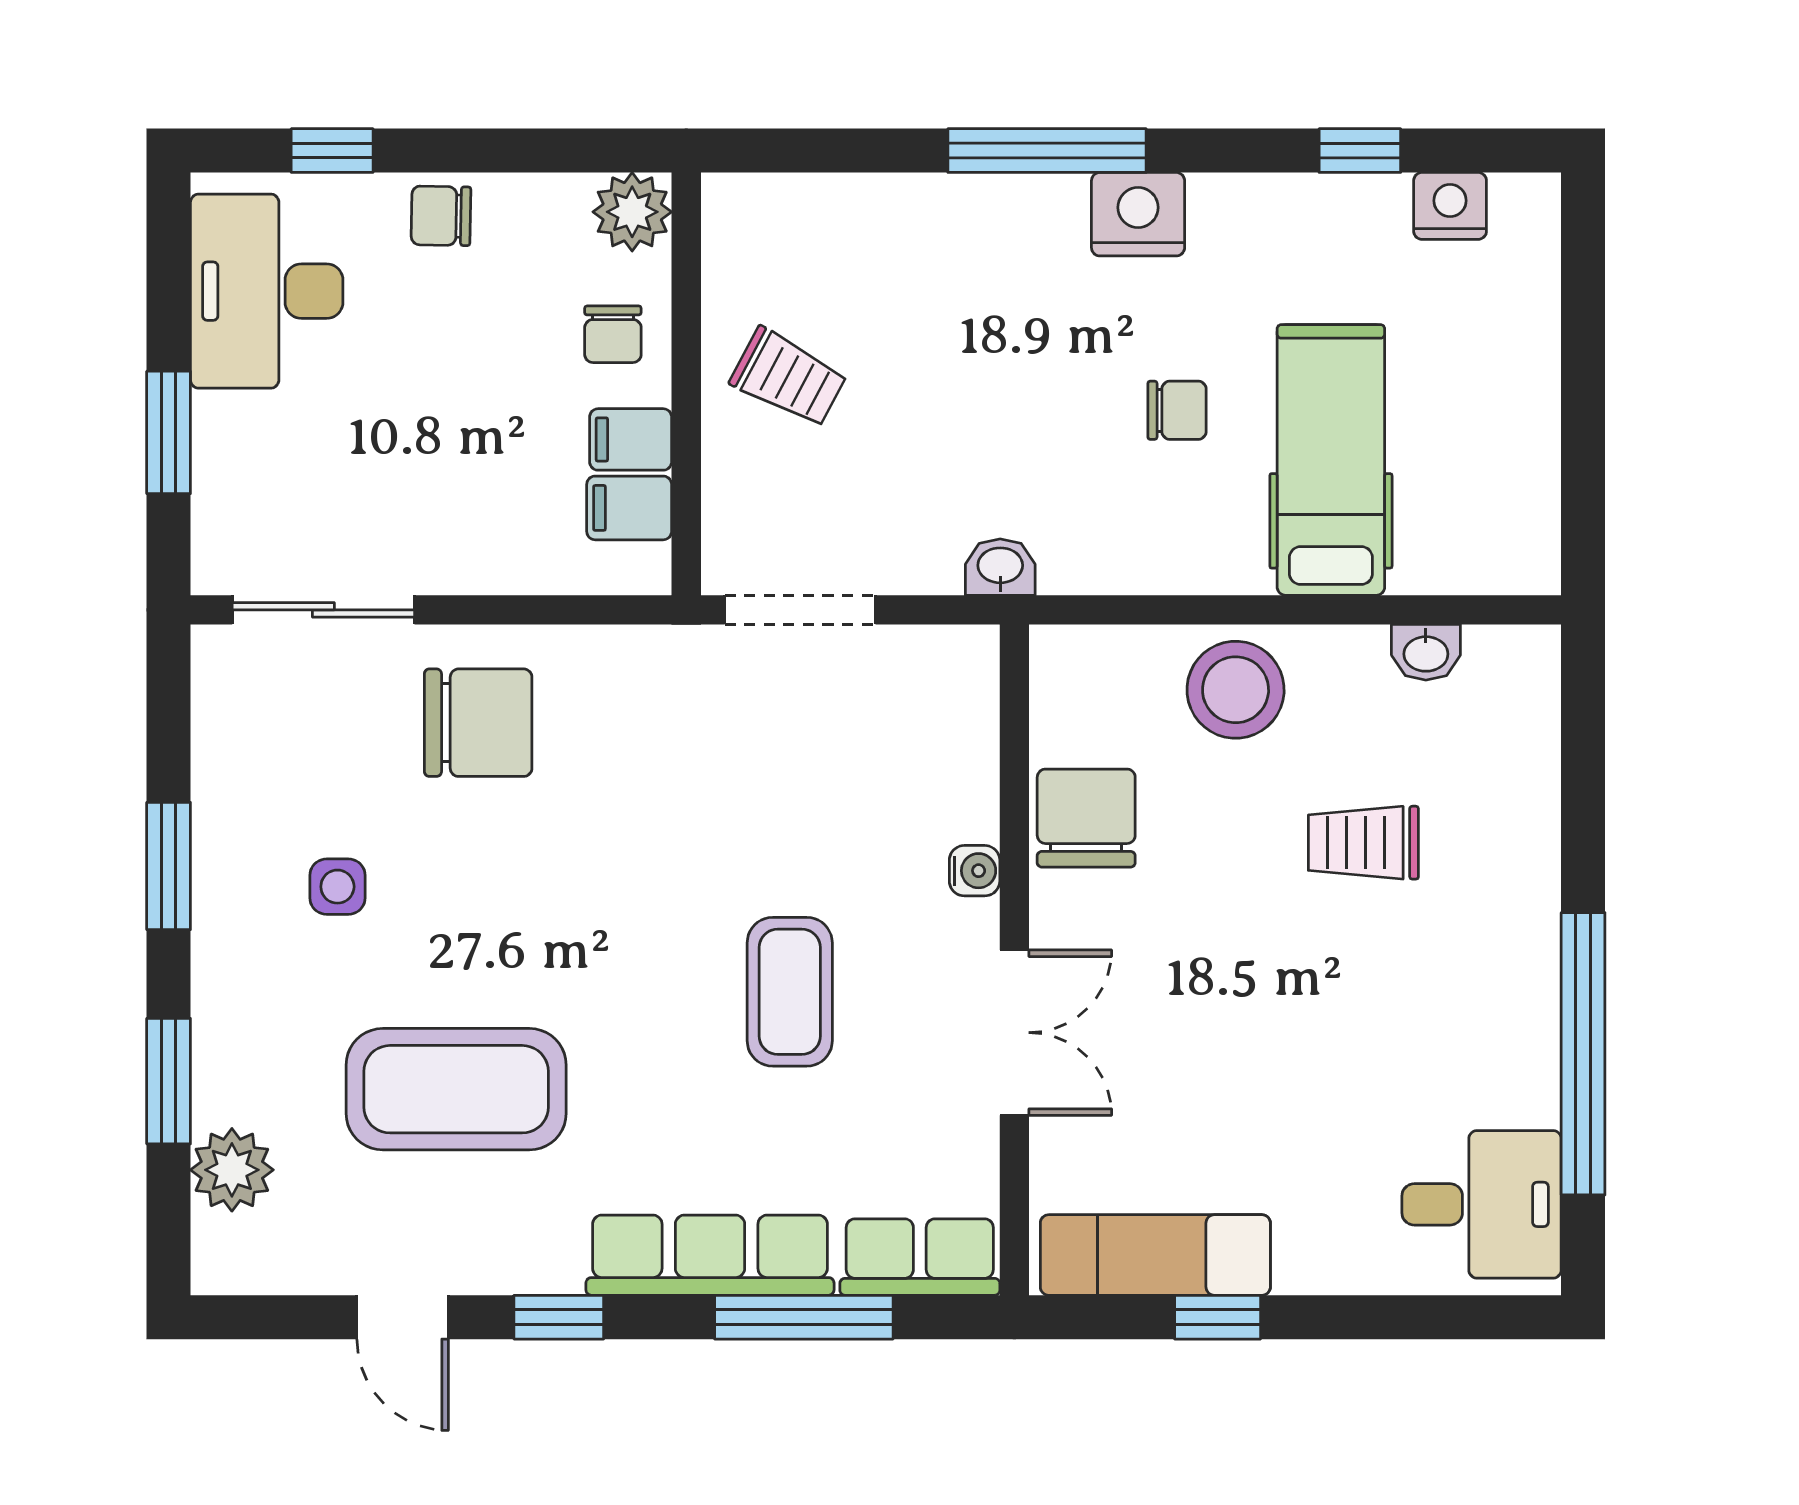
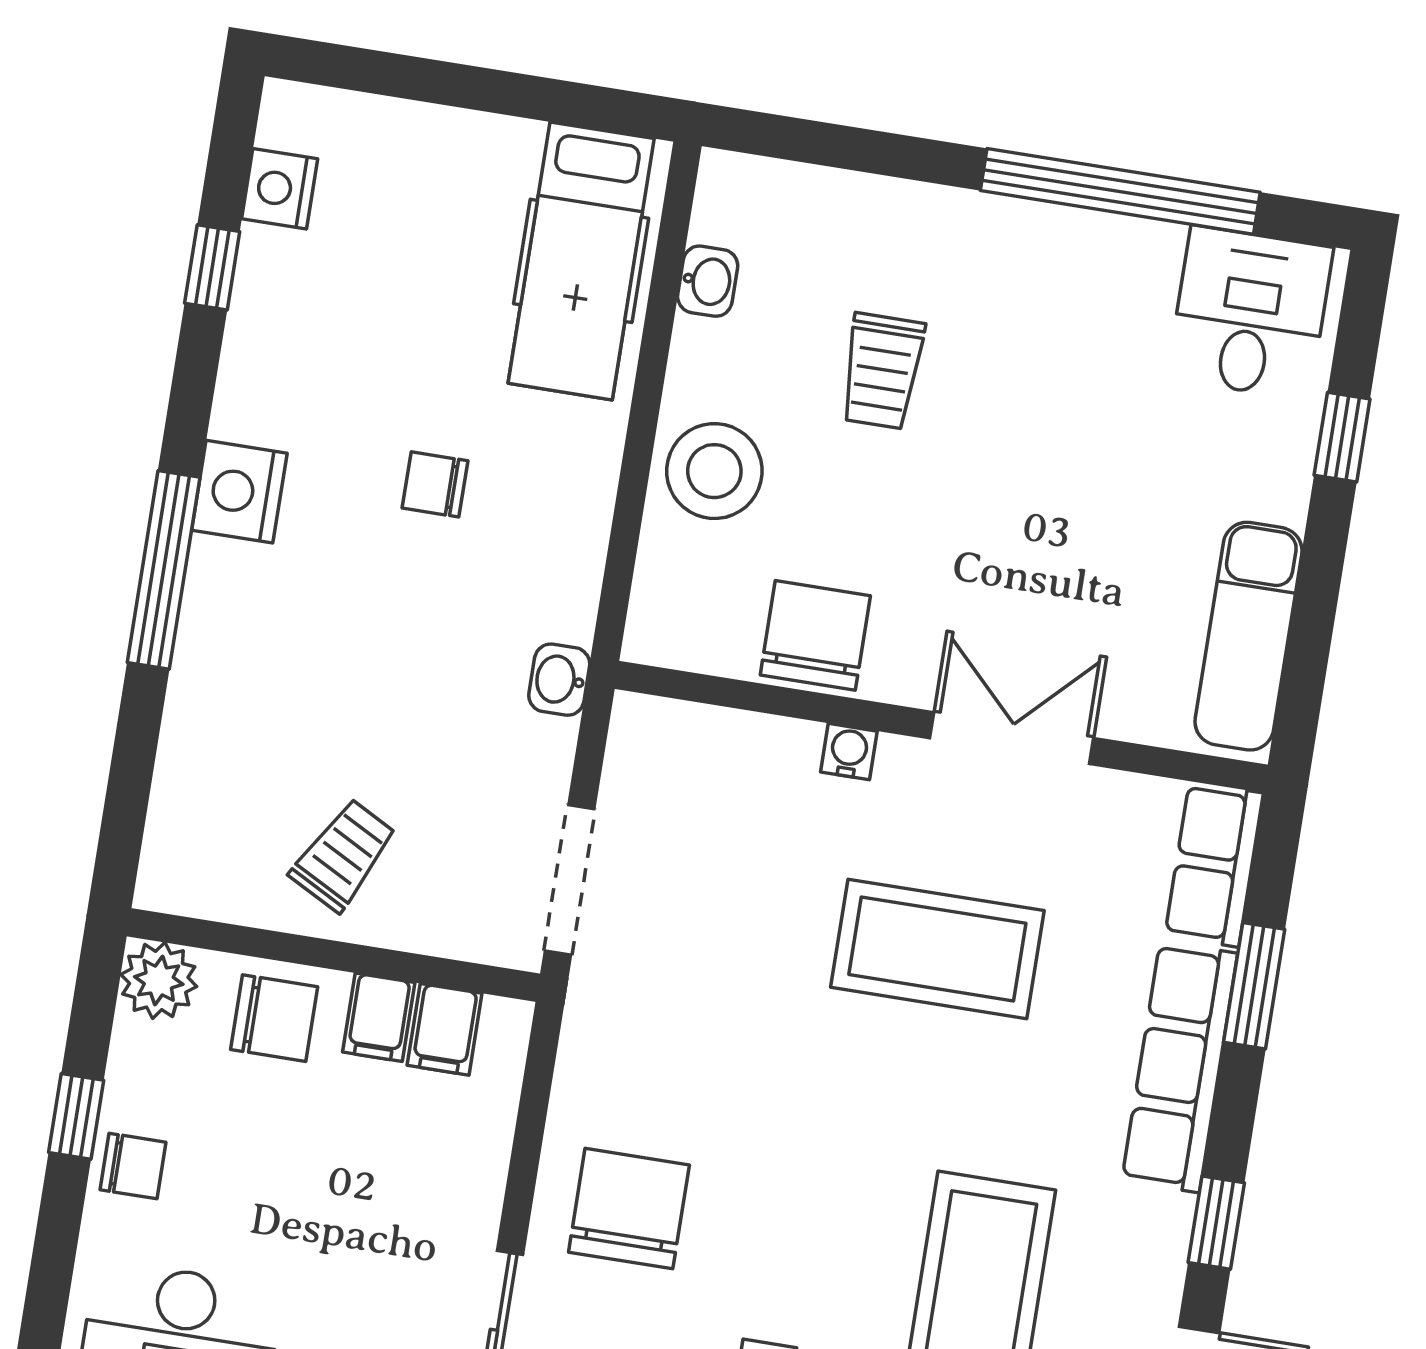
window: (332, 151) -> (76, 1116), moved
chair: (441, 216) -> (133, 1166), turned -91
chair: (613, 334) -> (274, 1018), width x1.37, depth x1.37
chair: (1177, 410) -> (435, 484), turned -90
hospital bed: (1331, 460) -> (581, 261), moved, turned -90
chair: (1086, 818) -> (815, 635), turned 90
coffee table: (790, 992) -> (937, 949), width x1.36, depth x1.32
window: (804, 1317) -> (1254, 986), width x0.69
window: (1218, 1317) -> (1342, 437), moved

